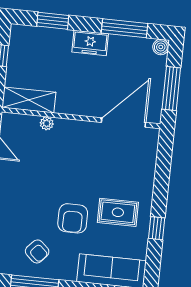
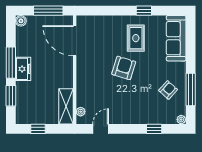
window: (125, 28) -> (11, 63), moved
plant: (47, 123) -> (81, 112), moved
armchair: (73, 218) -> (124, 68), moved, turned -73

